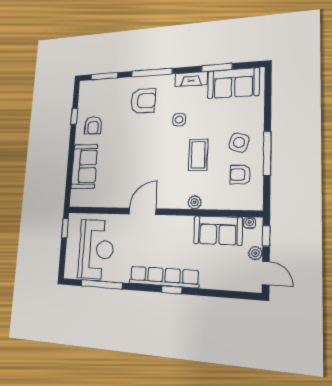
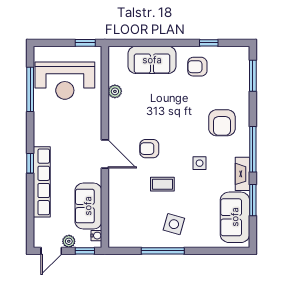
window: (152, 73) -> (253, 149), moved
coffee table: (198, 155) -> (162, 184), width x0.73, depth x0.77
armchair: (240, 175) -> (149, 149), moved, turned -90
plant: (195, 202) -> (115, 91), moved
door: (143, 211) -> (105, 154), moved
row of seats: (164, 277) -> (42, 182), moved

